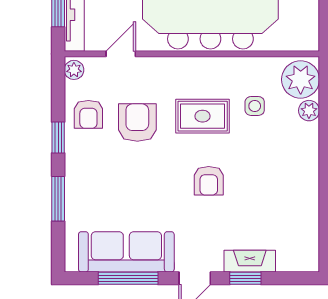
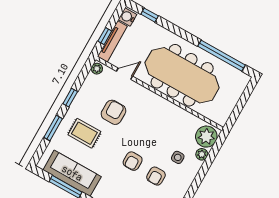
side table: (255, 106) -> (178, 157), moved
armchair: (88, 114) -> (156, 176), moved
rug: (203, 116) -> (84, 133), moved

